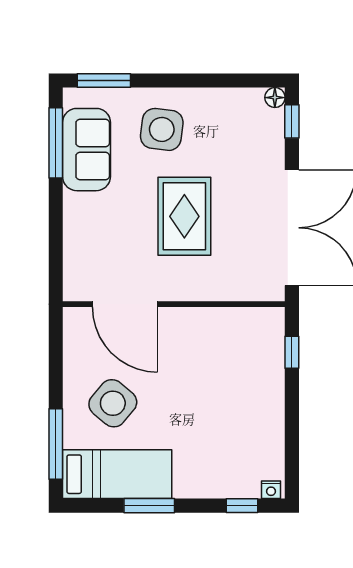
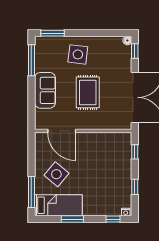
sofa: (87, 150) -> (45, 90), moved
window: (292, 432) -> (135, 187), added

